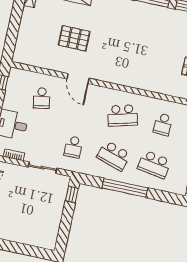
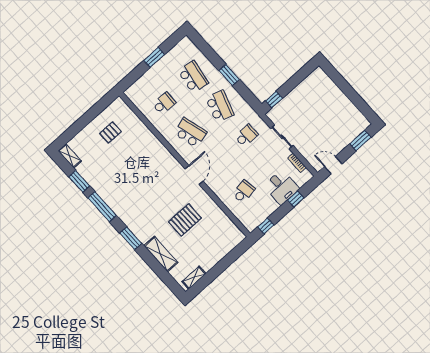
pallet: (74, 38) -> (185, 220), turned 90
door: (78, 79) -> (194, 175), moved
window: (125, 188) -> (229, 75), width x0.47

